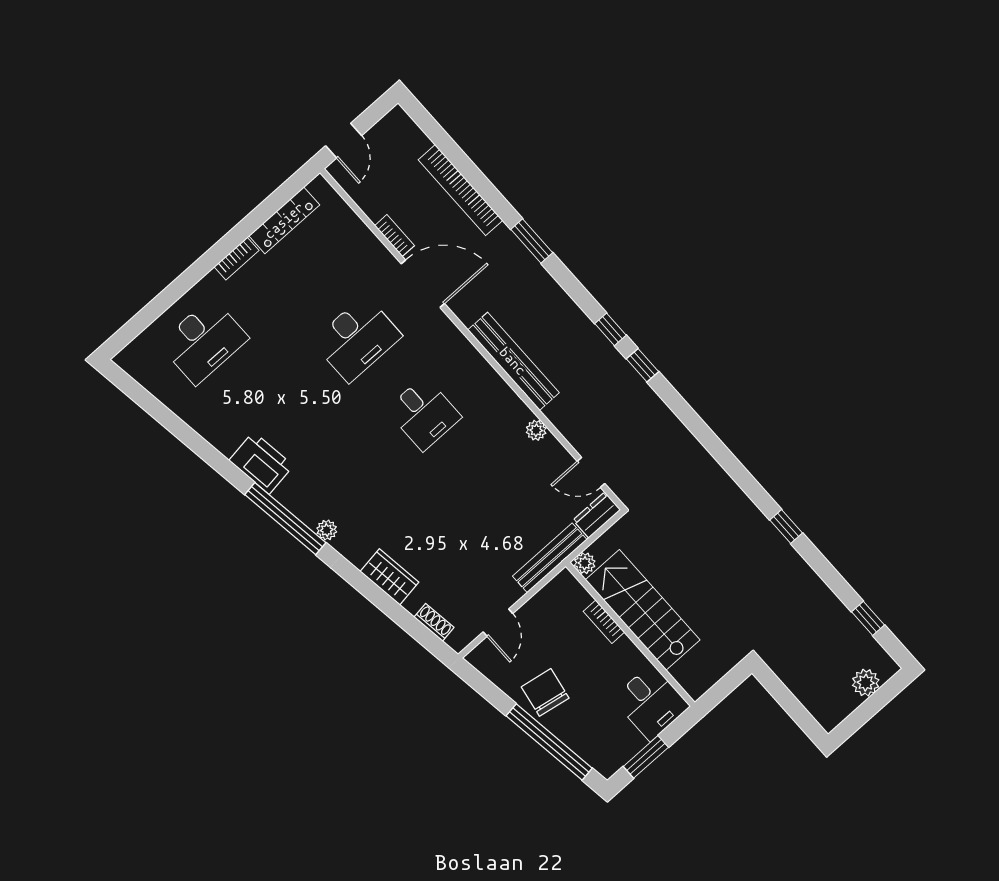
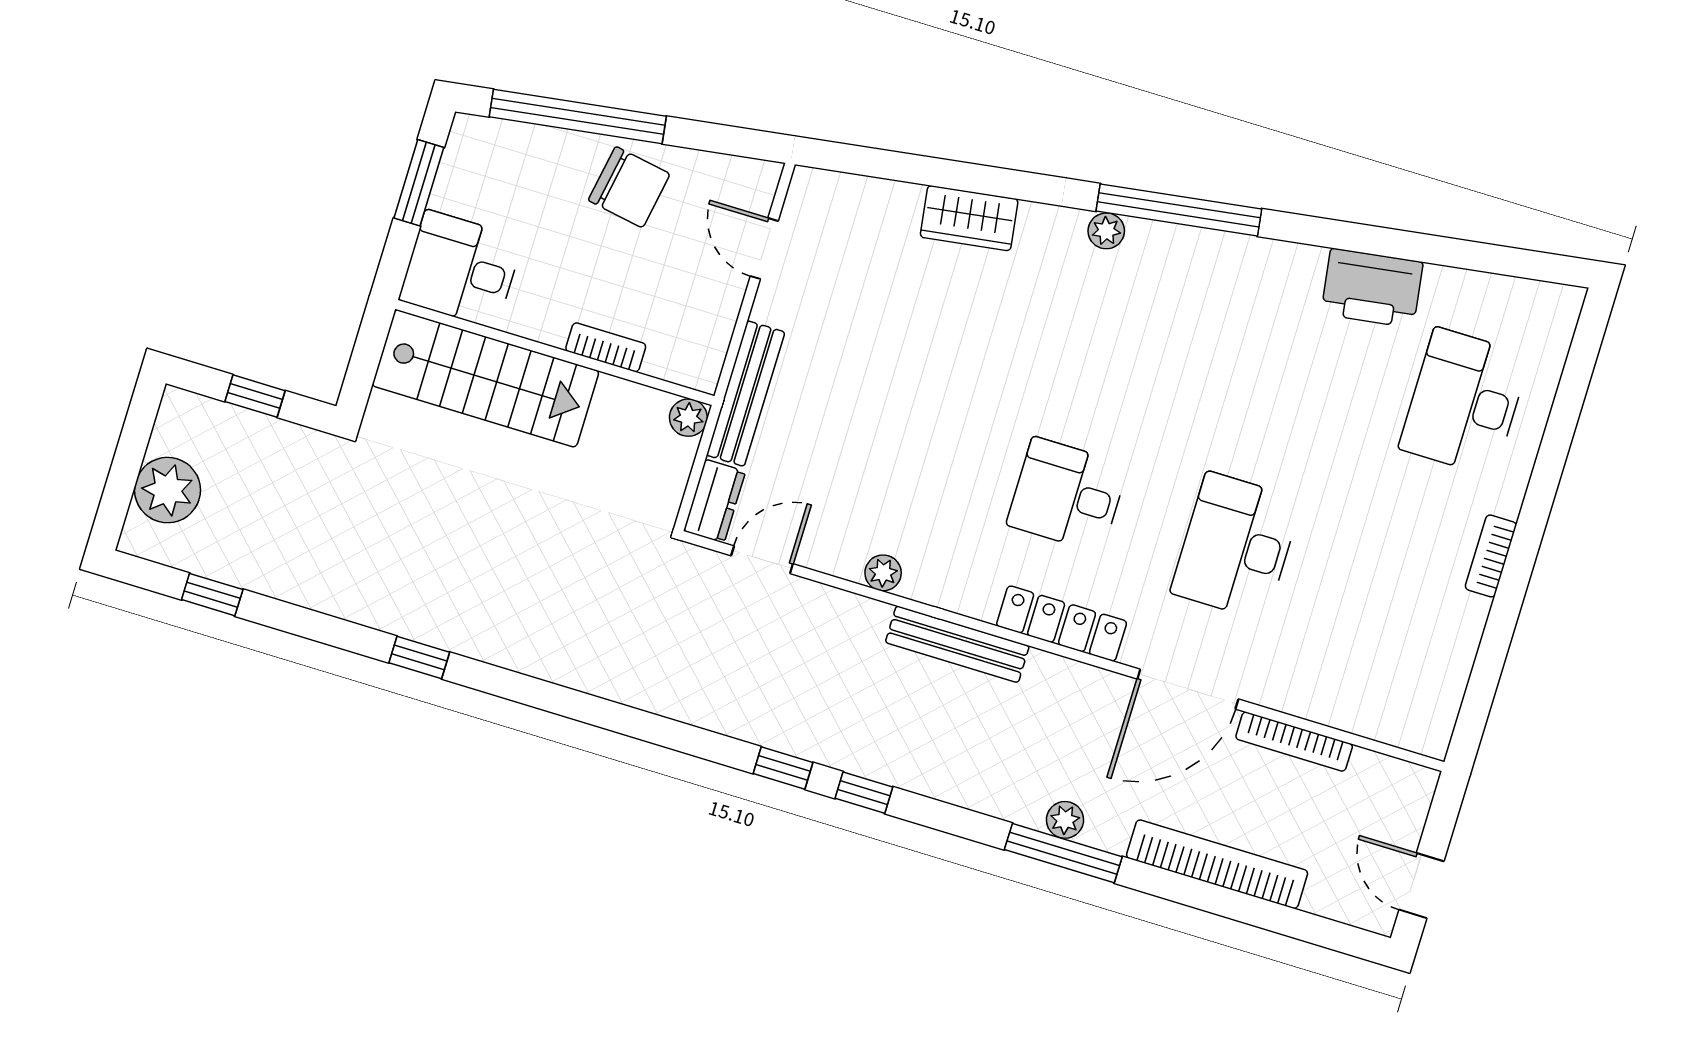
door: (344, 141) -> (1422, 886), moved
locker: (284, 220) -> (1062, 624), moved, turned 90
bookcase: (395, 236) -> (1294, 742), width x1.56
window: (532, 241) -> (1063, 853), width x1.44
plant: (521, 257) -> (1065, 820), added
bench: (513, 361) -> (957, 644), width x0.73, depth x0.82
printer: (261, 463) -> (1372, 288), moved
stairs: (643, 610) -> (485, 378), moved
shoe rack: (434, 622) -> (860, 191), removed
plant: (866, 683) -> (168, 490), width x1.36, depth x1.36
window: (788, 702) -> (255, 396), added

